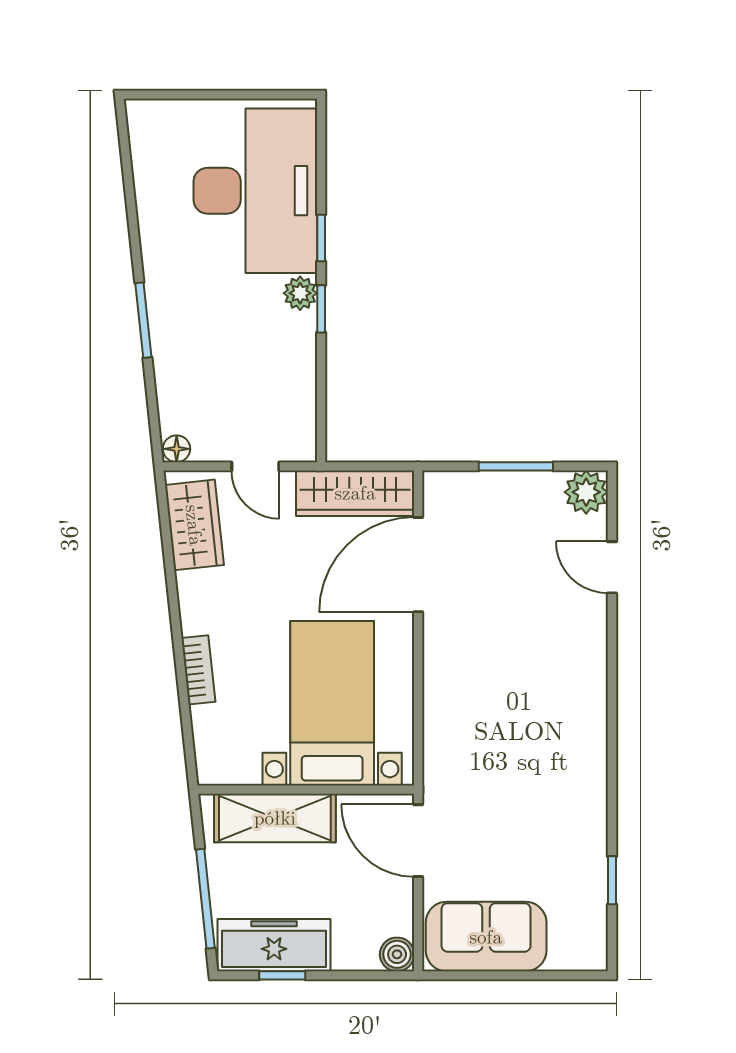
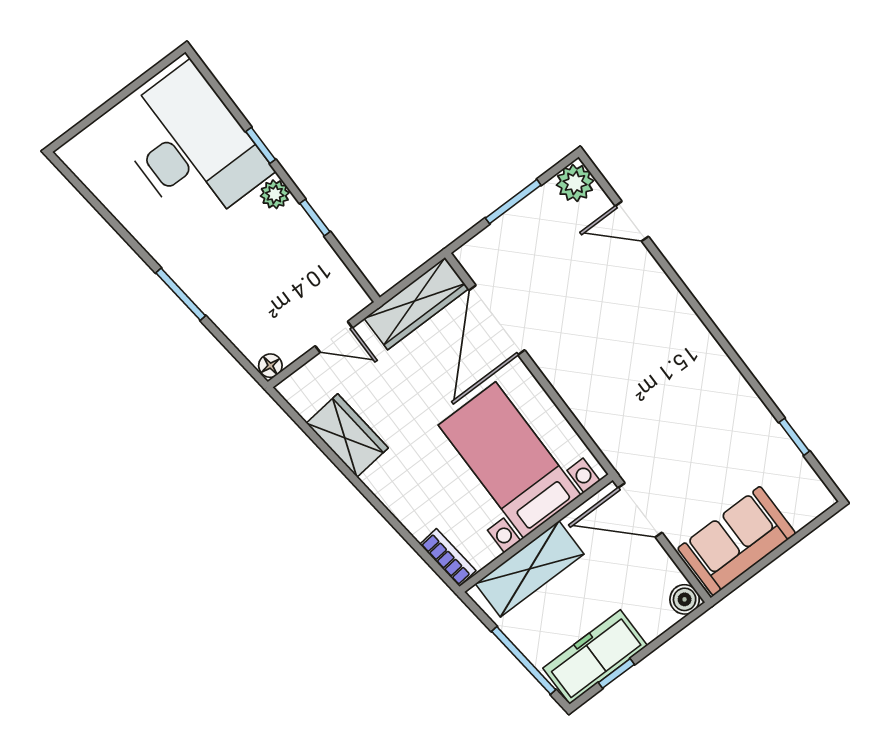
window: (321, 309) -> (315, 218), moved
wardrobe: (194, 525) -> (347, 436), moved
bookcase: (198, 670) -> (448, 557), moved

